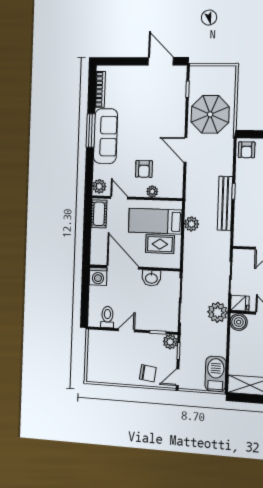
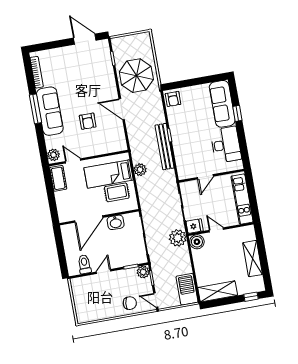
armchair: (144, 169) -> (88, 121), moved
plant: (152, 192) -> (101, 150), removed
door: (123, 267) -> (89, 219), swing flipped
washing machine: (98, 276) -> (69, 232), removed
door: (178, 377) -> (156, 300), hinge flipped

